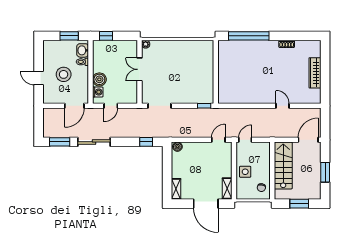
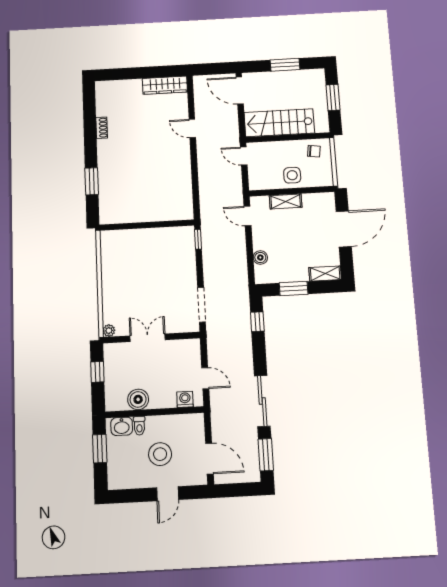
window: (106, 36) -> (97, 372), moved
window: (249, 36) -> (92, 181), width x0.47
double door: (139, 69) -> (148, 338), swing flipped
wardrobe: (315, 73) -> (165, 85), moved
boiler: (99, 79) -> (138, 399), moved
door: (74, 106) -> (209, 459), moved
door: (283, 106) -> (192, 128), hinge flipped
door: (245, 140) -> (244, 156), moved
boiler: (177, 147) -> (260, 257), moved
window: (167, 167) -> (294, 288), added
shelving: (227, 188) -> (286, 201), moved

